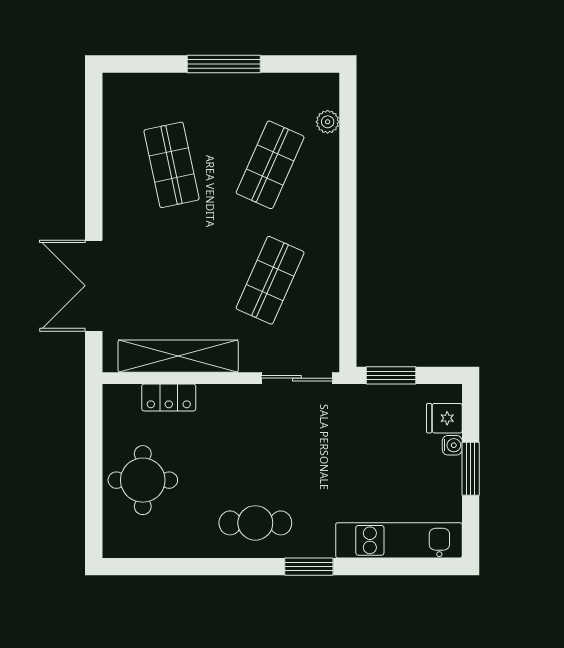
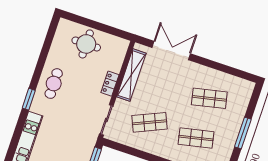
shop shelf: (270, 165) -> (196, 138), turned -36
shop shelf: (270, 280) -> (149, 122), turned -48
locker: (169, 397) -> (110, 84), moved

